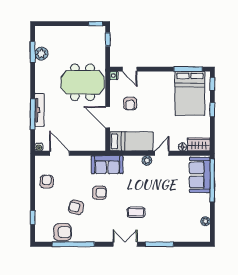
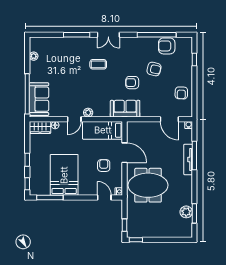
bed: (190, 93) -> (64, 175), moved

